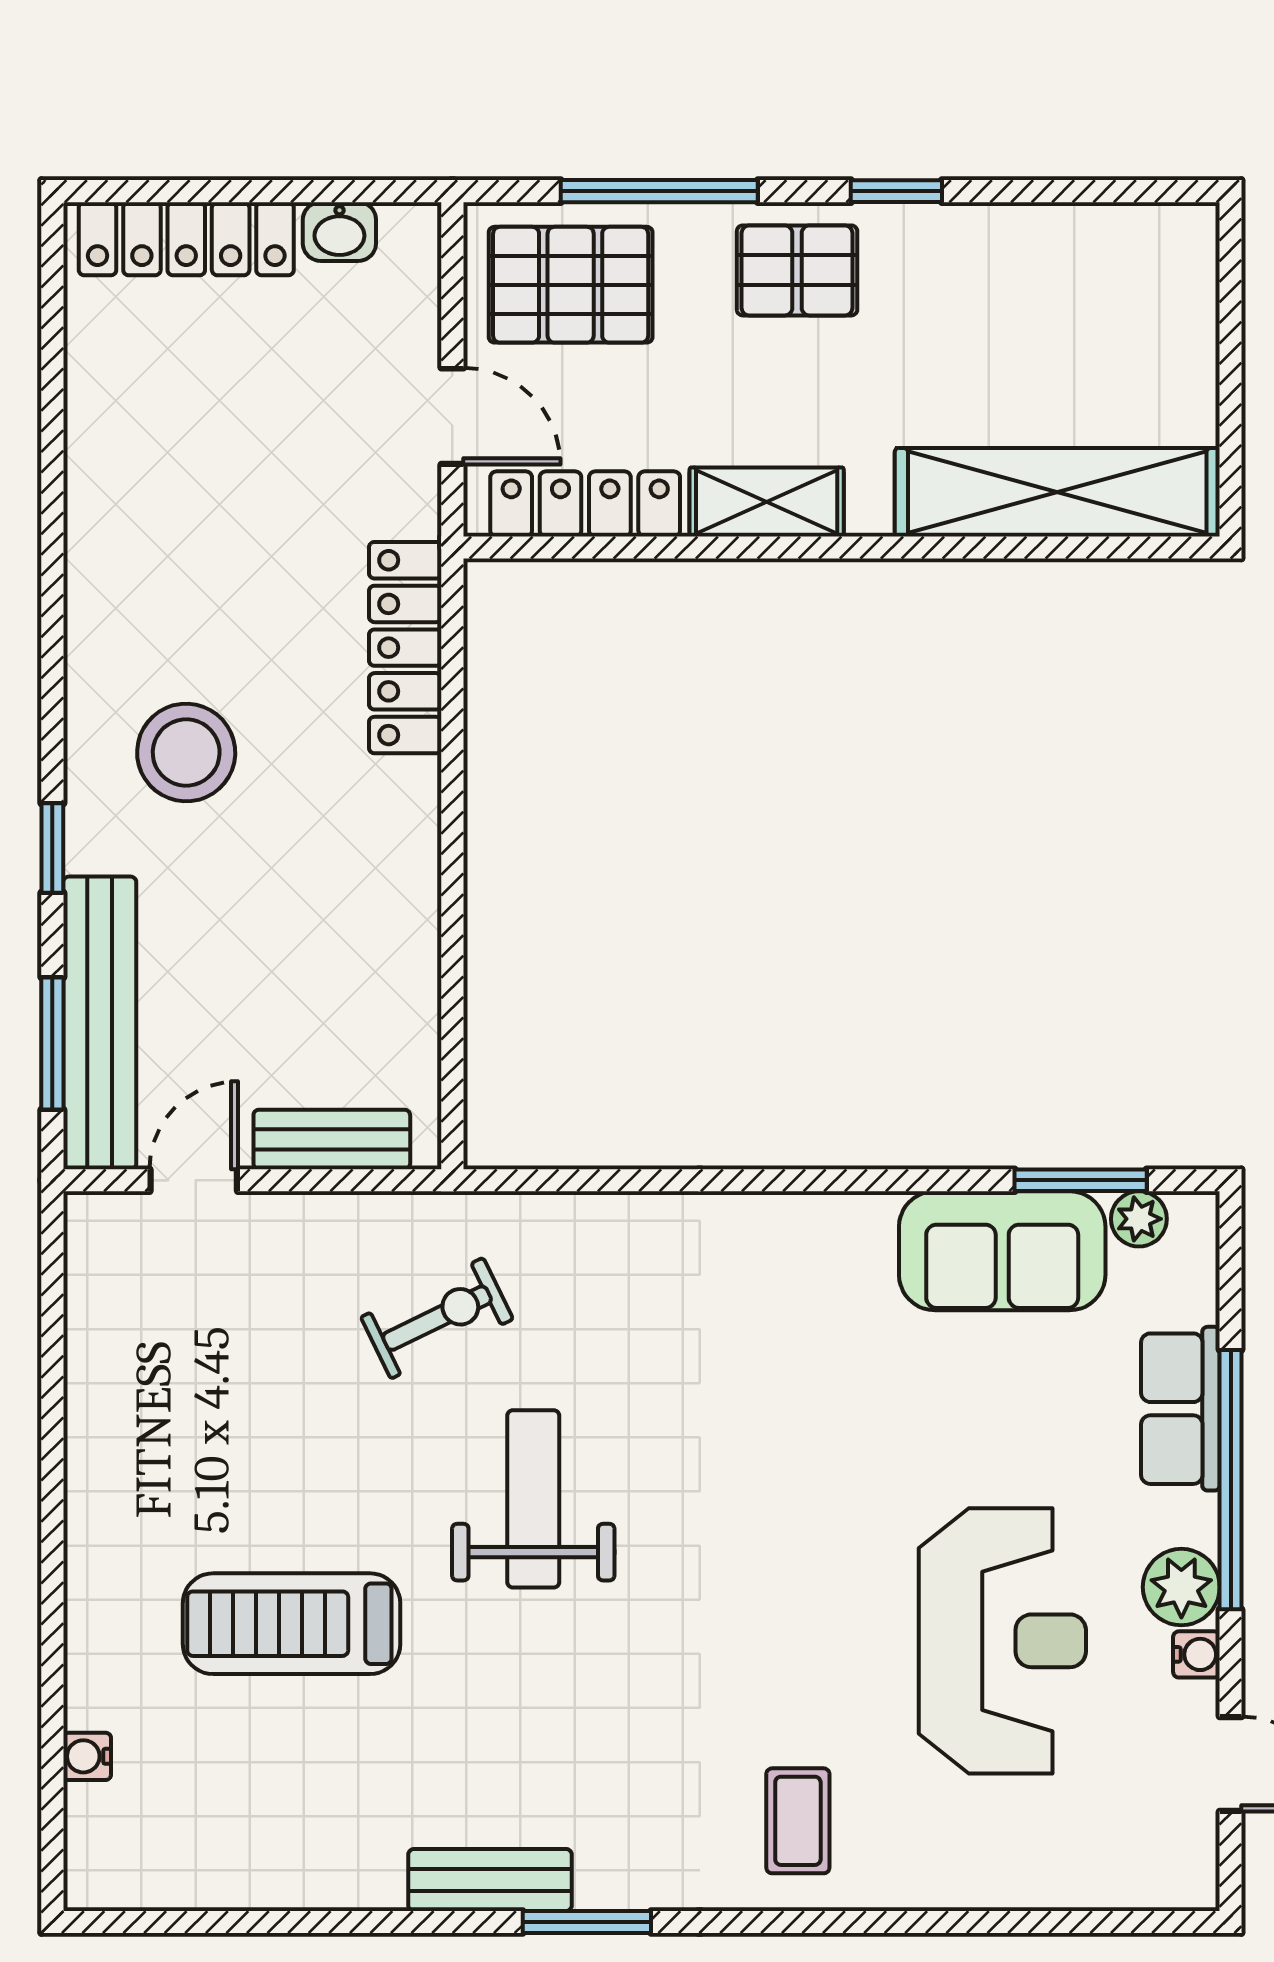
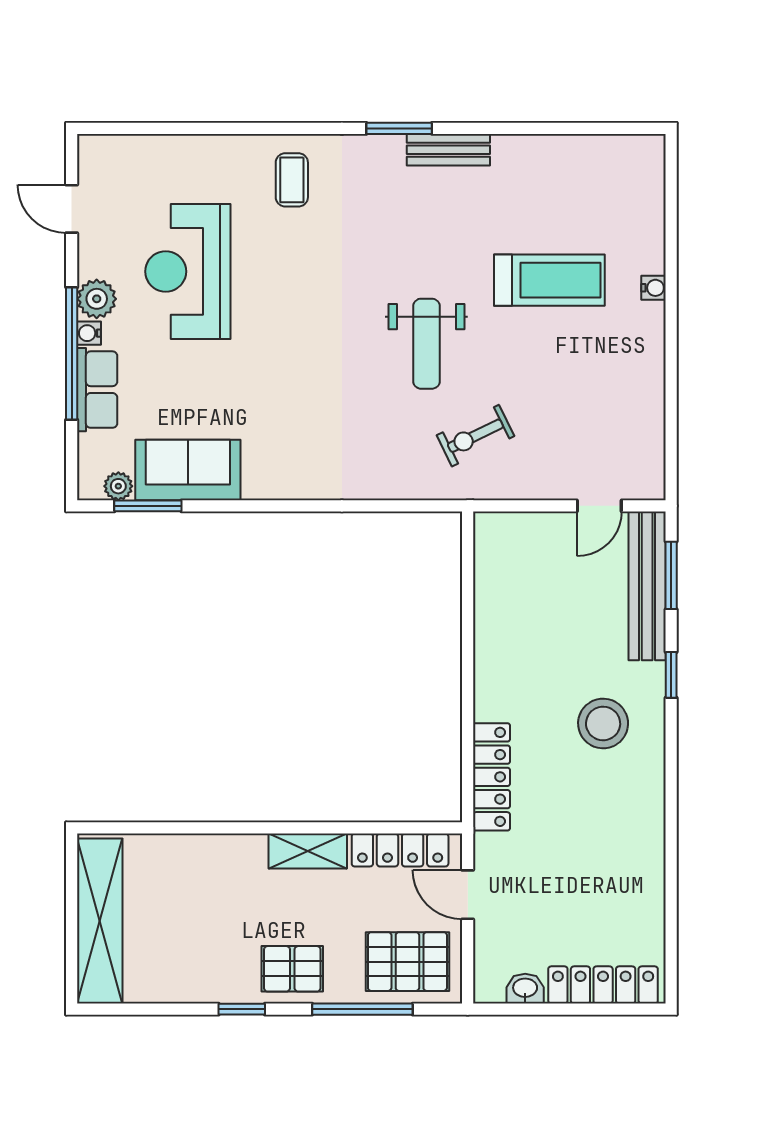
shelving: (1057, 492) -> (100, 921), moved, turned 90
bench: (332, 1139) -> (529, 527), removed
water cooler: (1196, 1654) -> (89, 333), moved
water cooler: (87, 1756) -> (653, 288), moved

